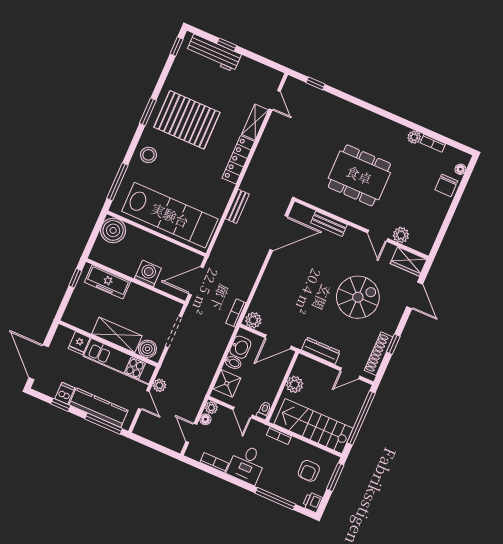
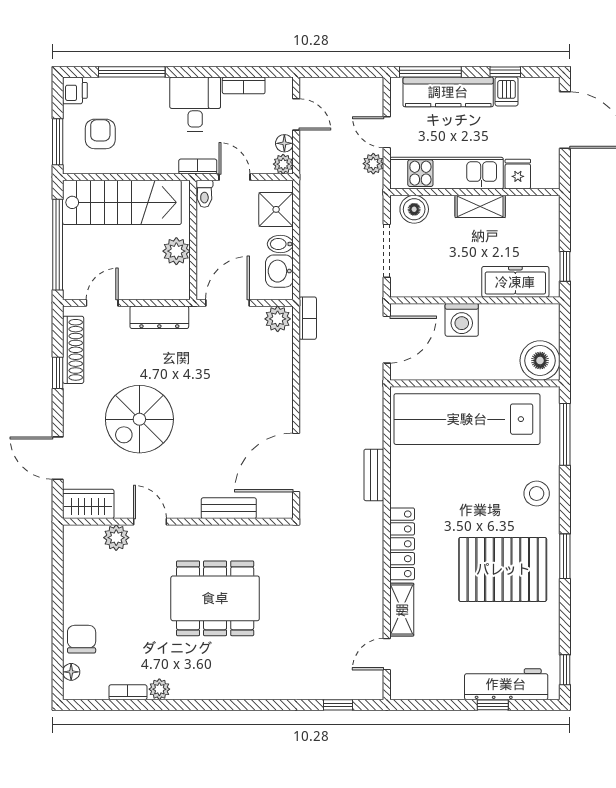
door: (275, 100) -> (387, 654), hinge flipped
shelving: (117, 335) -> (480, 206), width x0.67, depth x0.75
bookcase: (279, 436) -> (198, 166), moved

